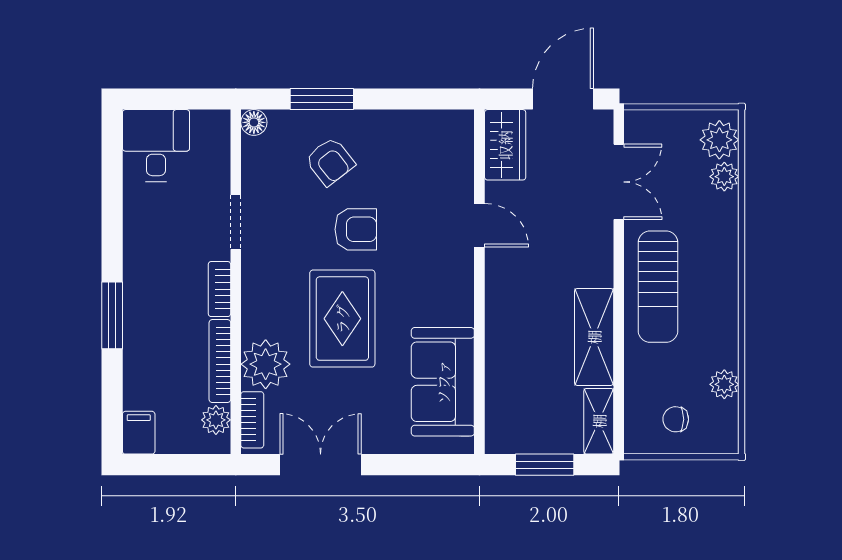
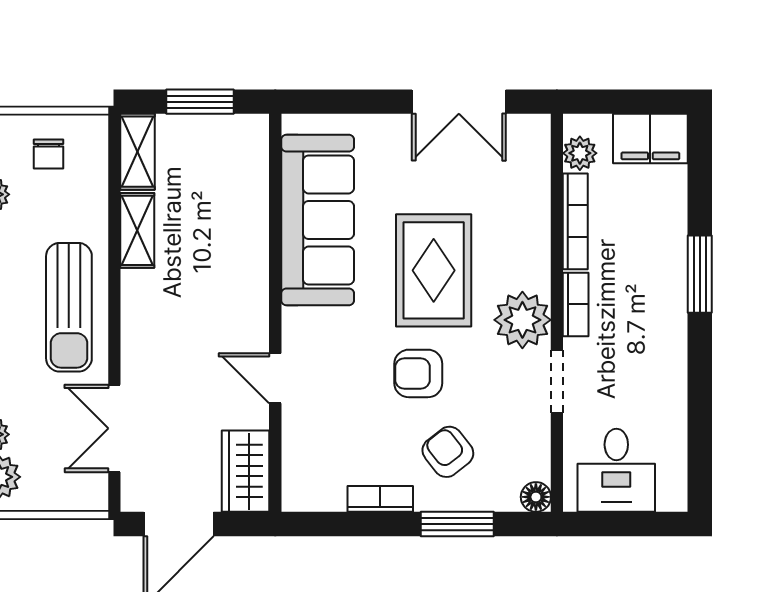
desk: (156, 146) -> (616, 470), moved
sun lounger: (658, 287) -> (69, 307), turned 180
shelving: (594, 337) -> (137, 230), width x0.67, depth x0.75
plant: (266, 364) -> (522, 320), moved
sofa: (443, 382) -> (318, 220), width x1.36
chair: (676, 419) -> (49, 154), turned 89
bookcase: (252, 420) -> (380, 499), moved, turned 90
filing cabinet: (139, 433) -> (650, 139), width x2.00

